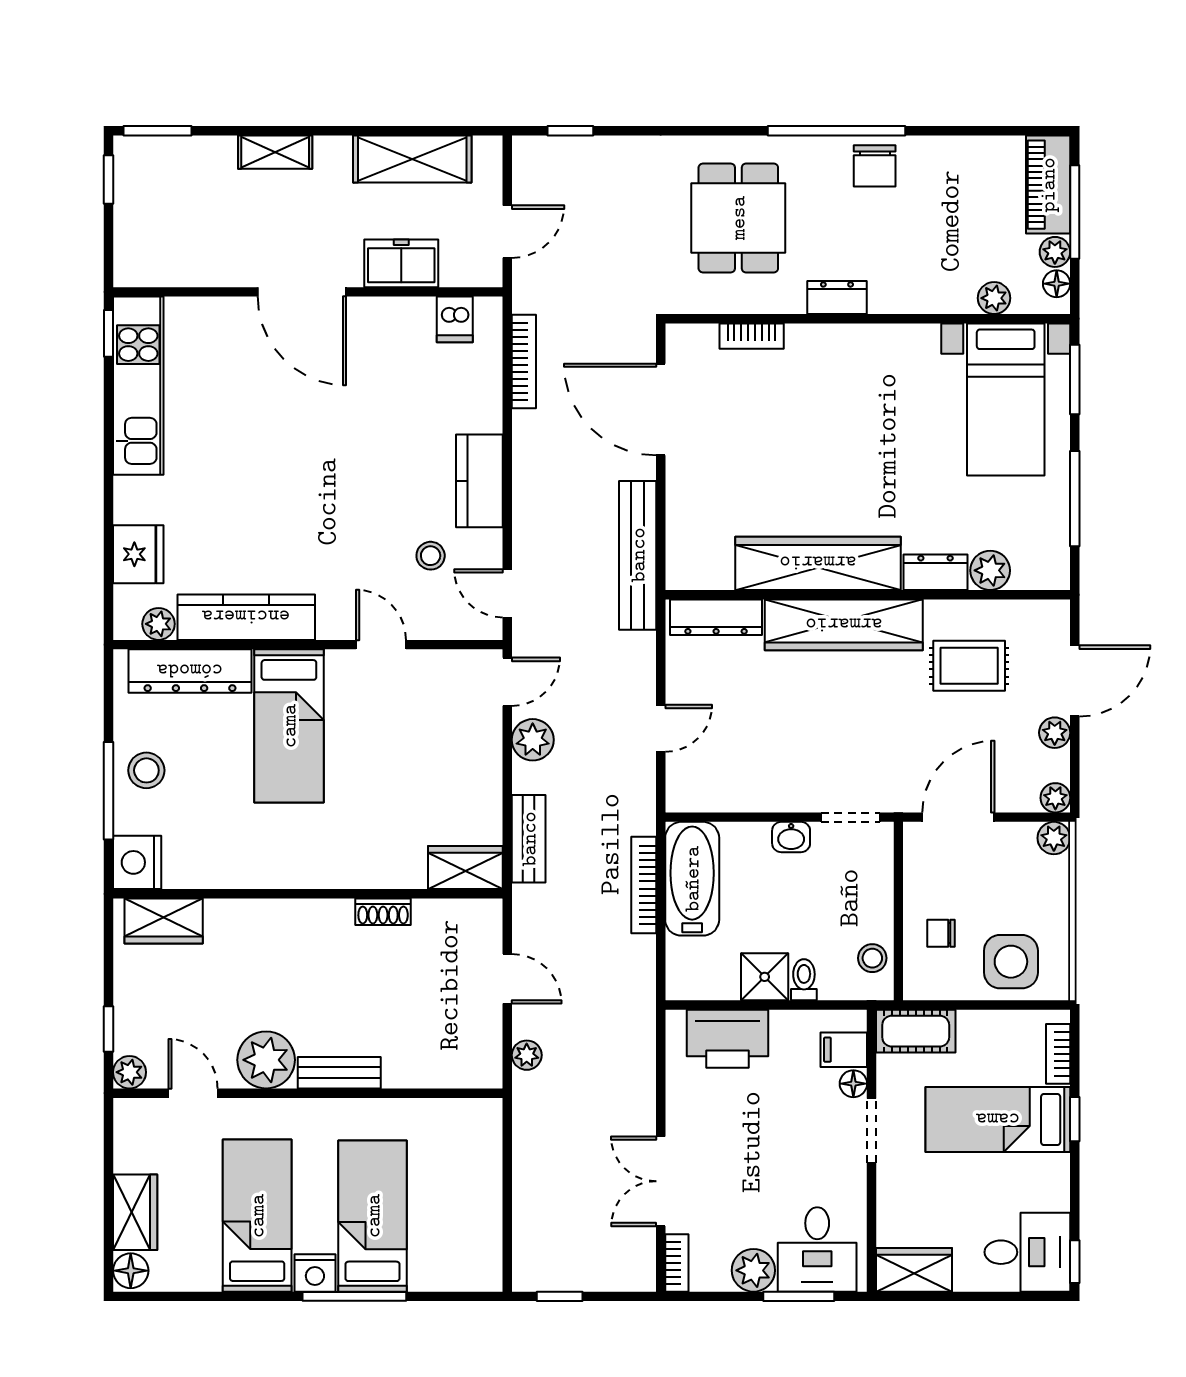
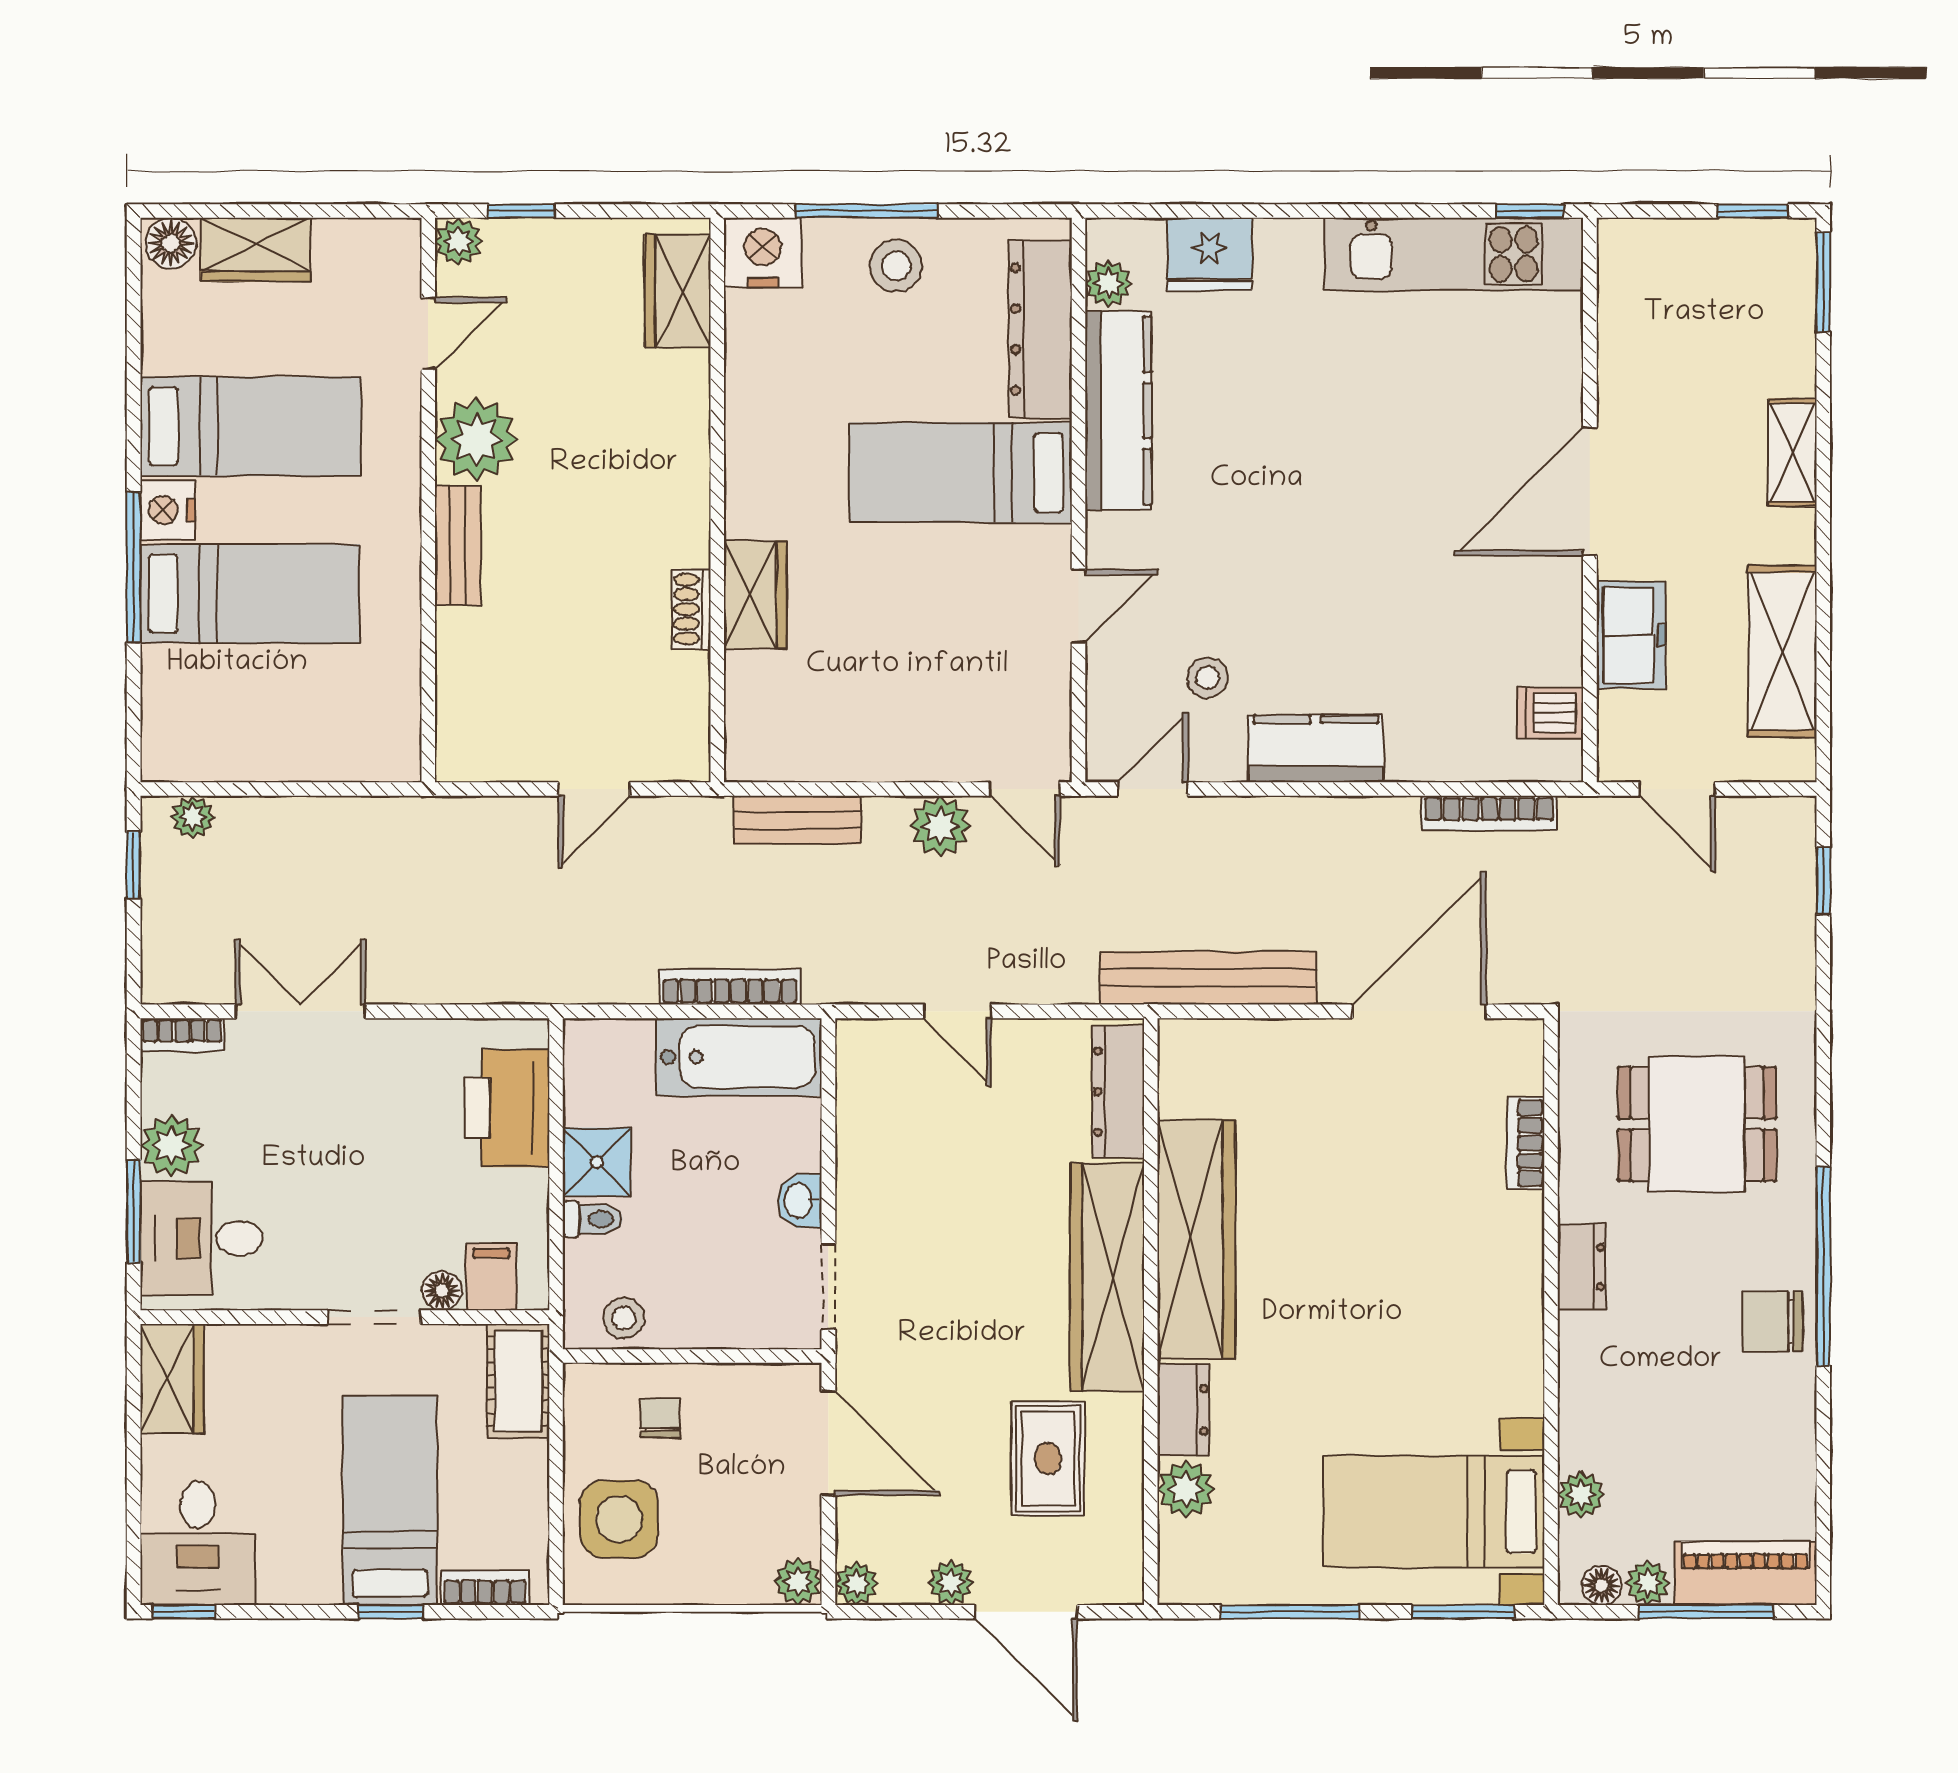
wardrobe: (465, 868) -> (755, 595), moved
plant: (527, 1055) -> (192, 817), moved

